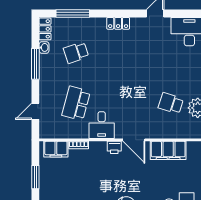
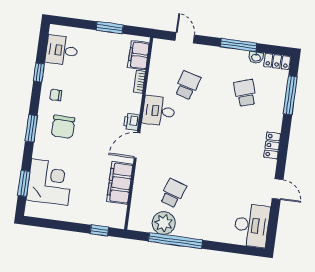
school desk: (76, 103) -> (188, 85), width x0.54

